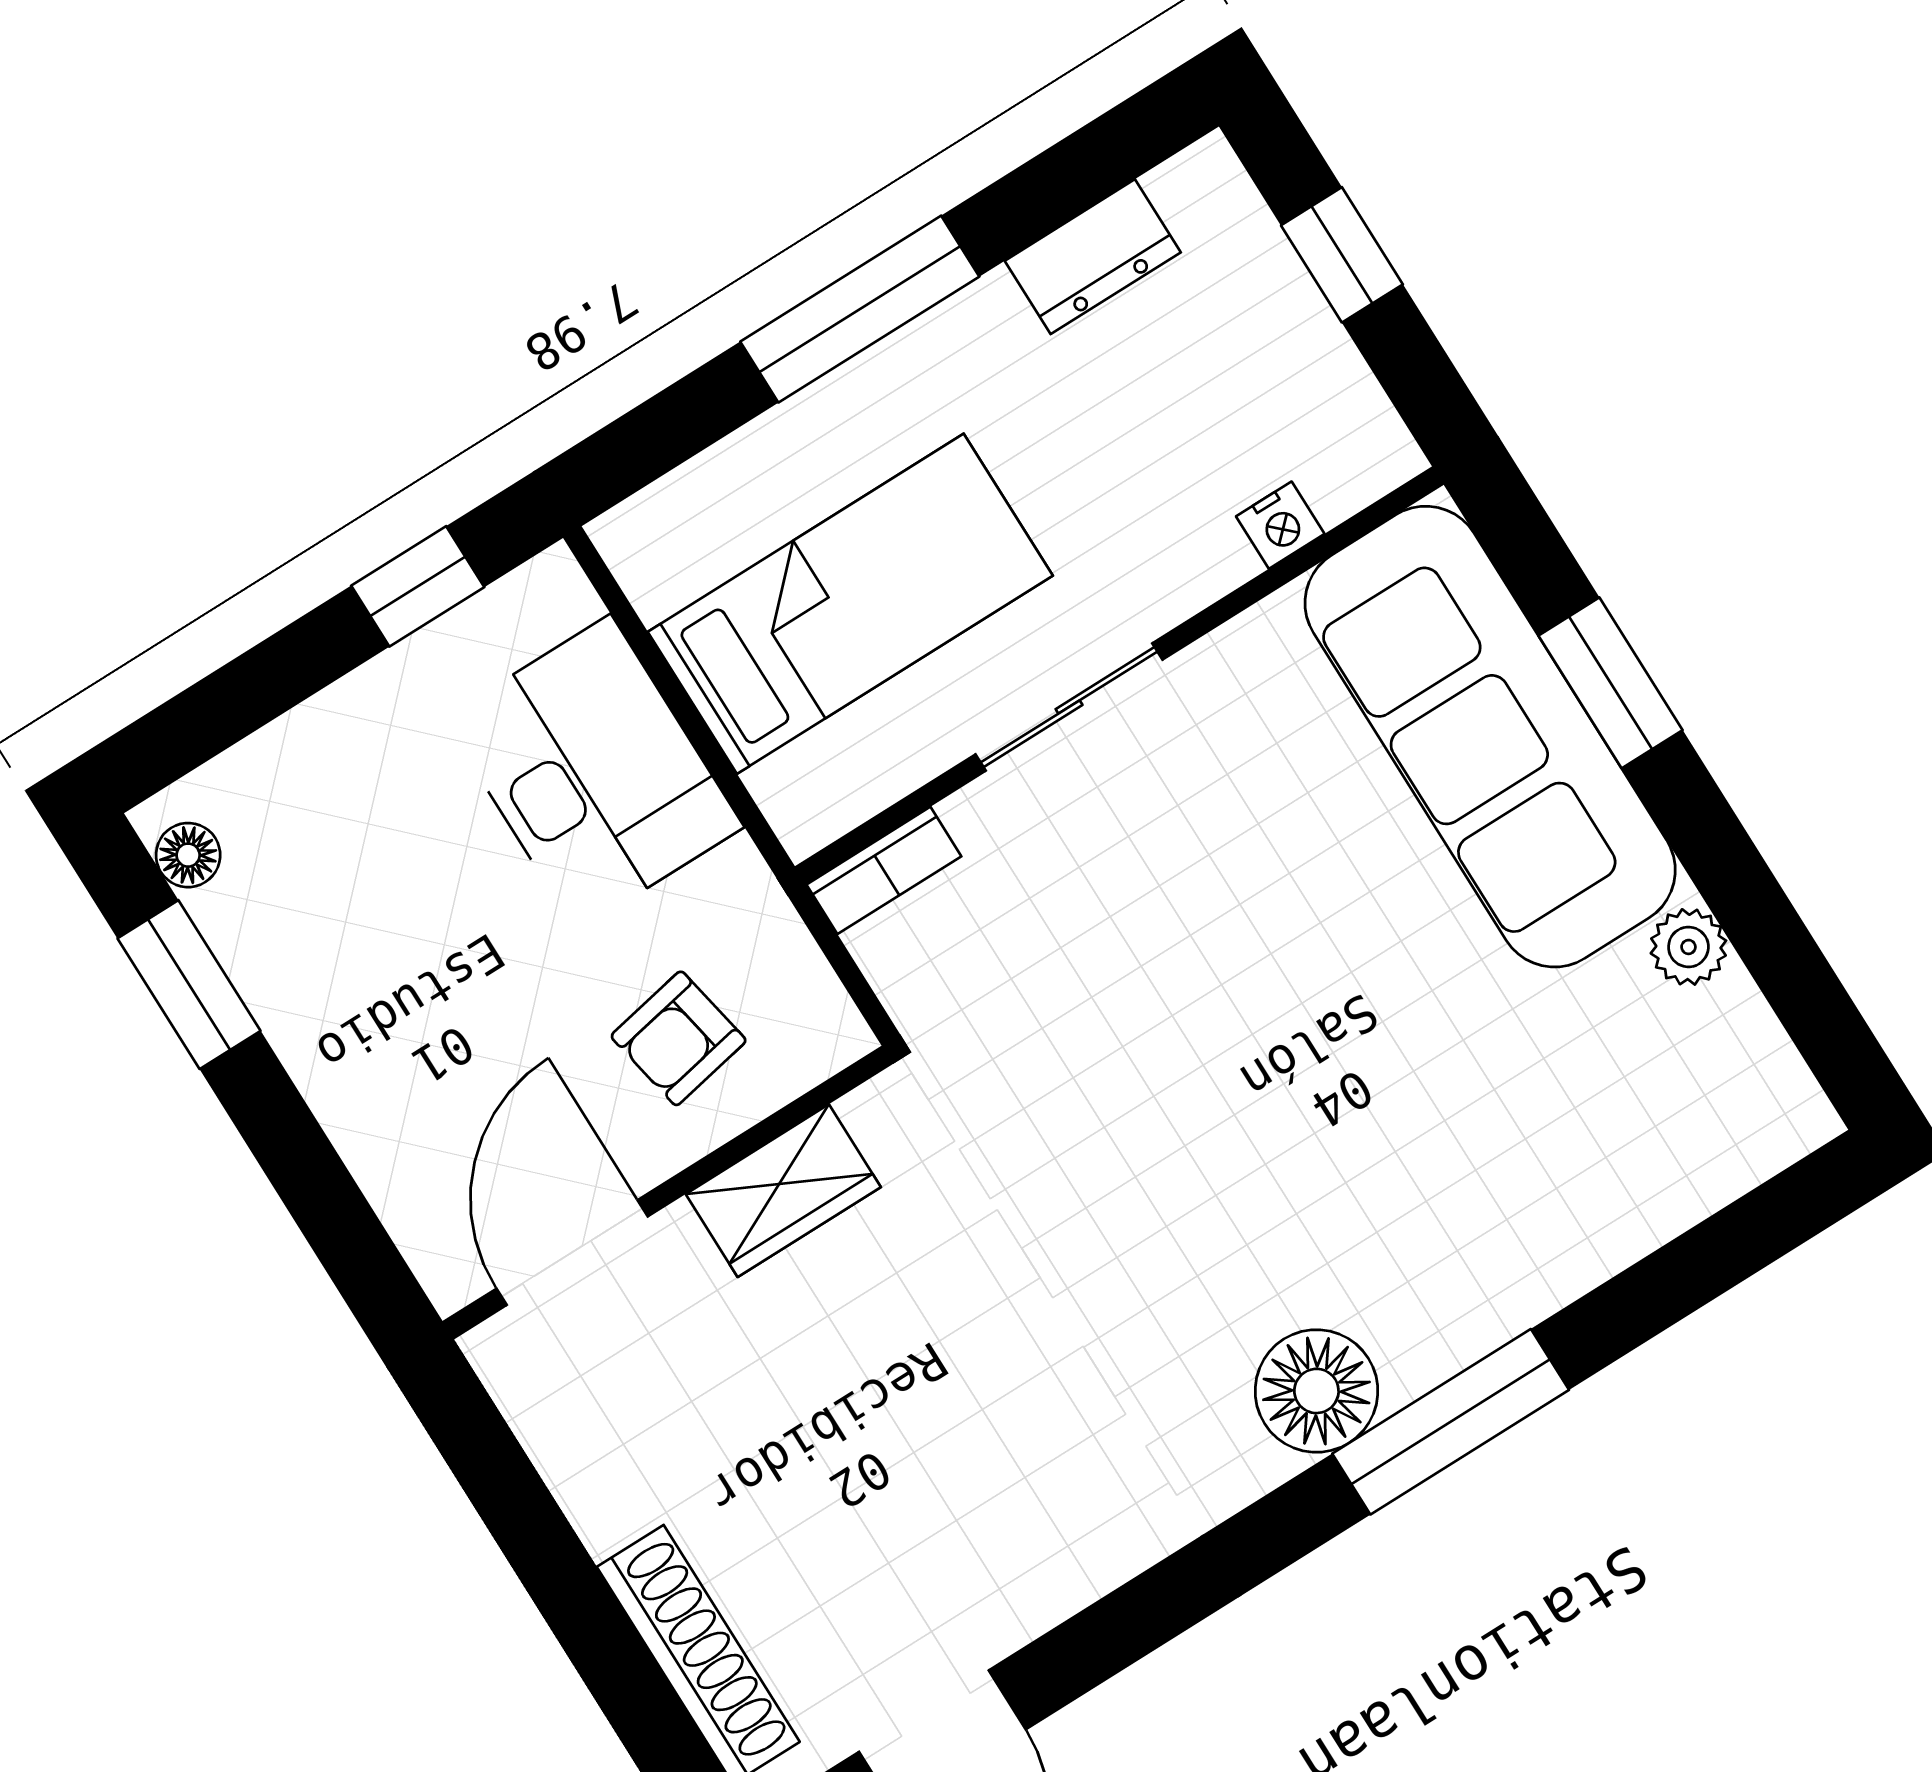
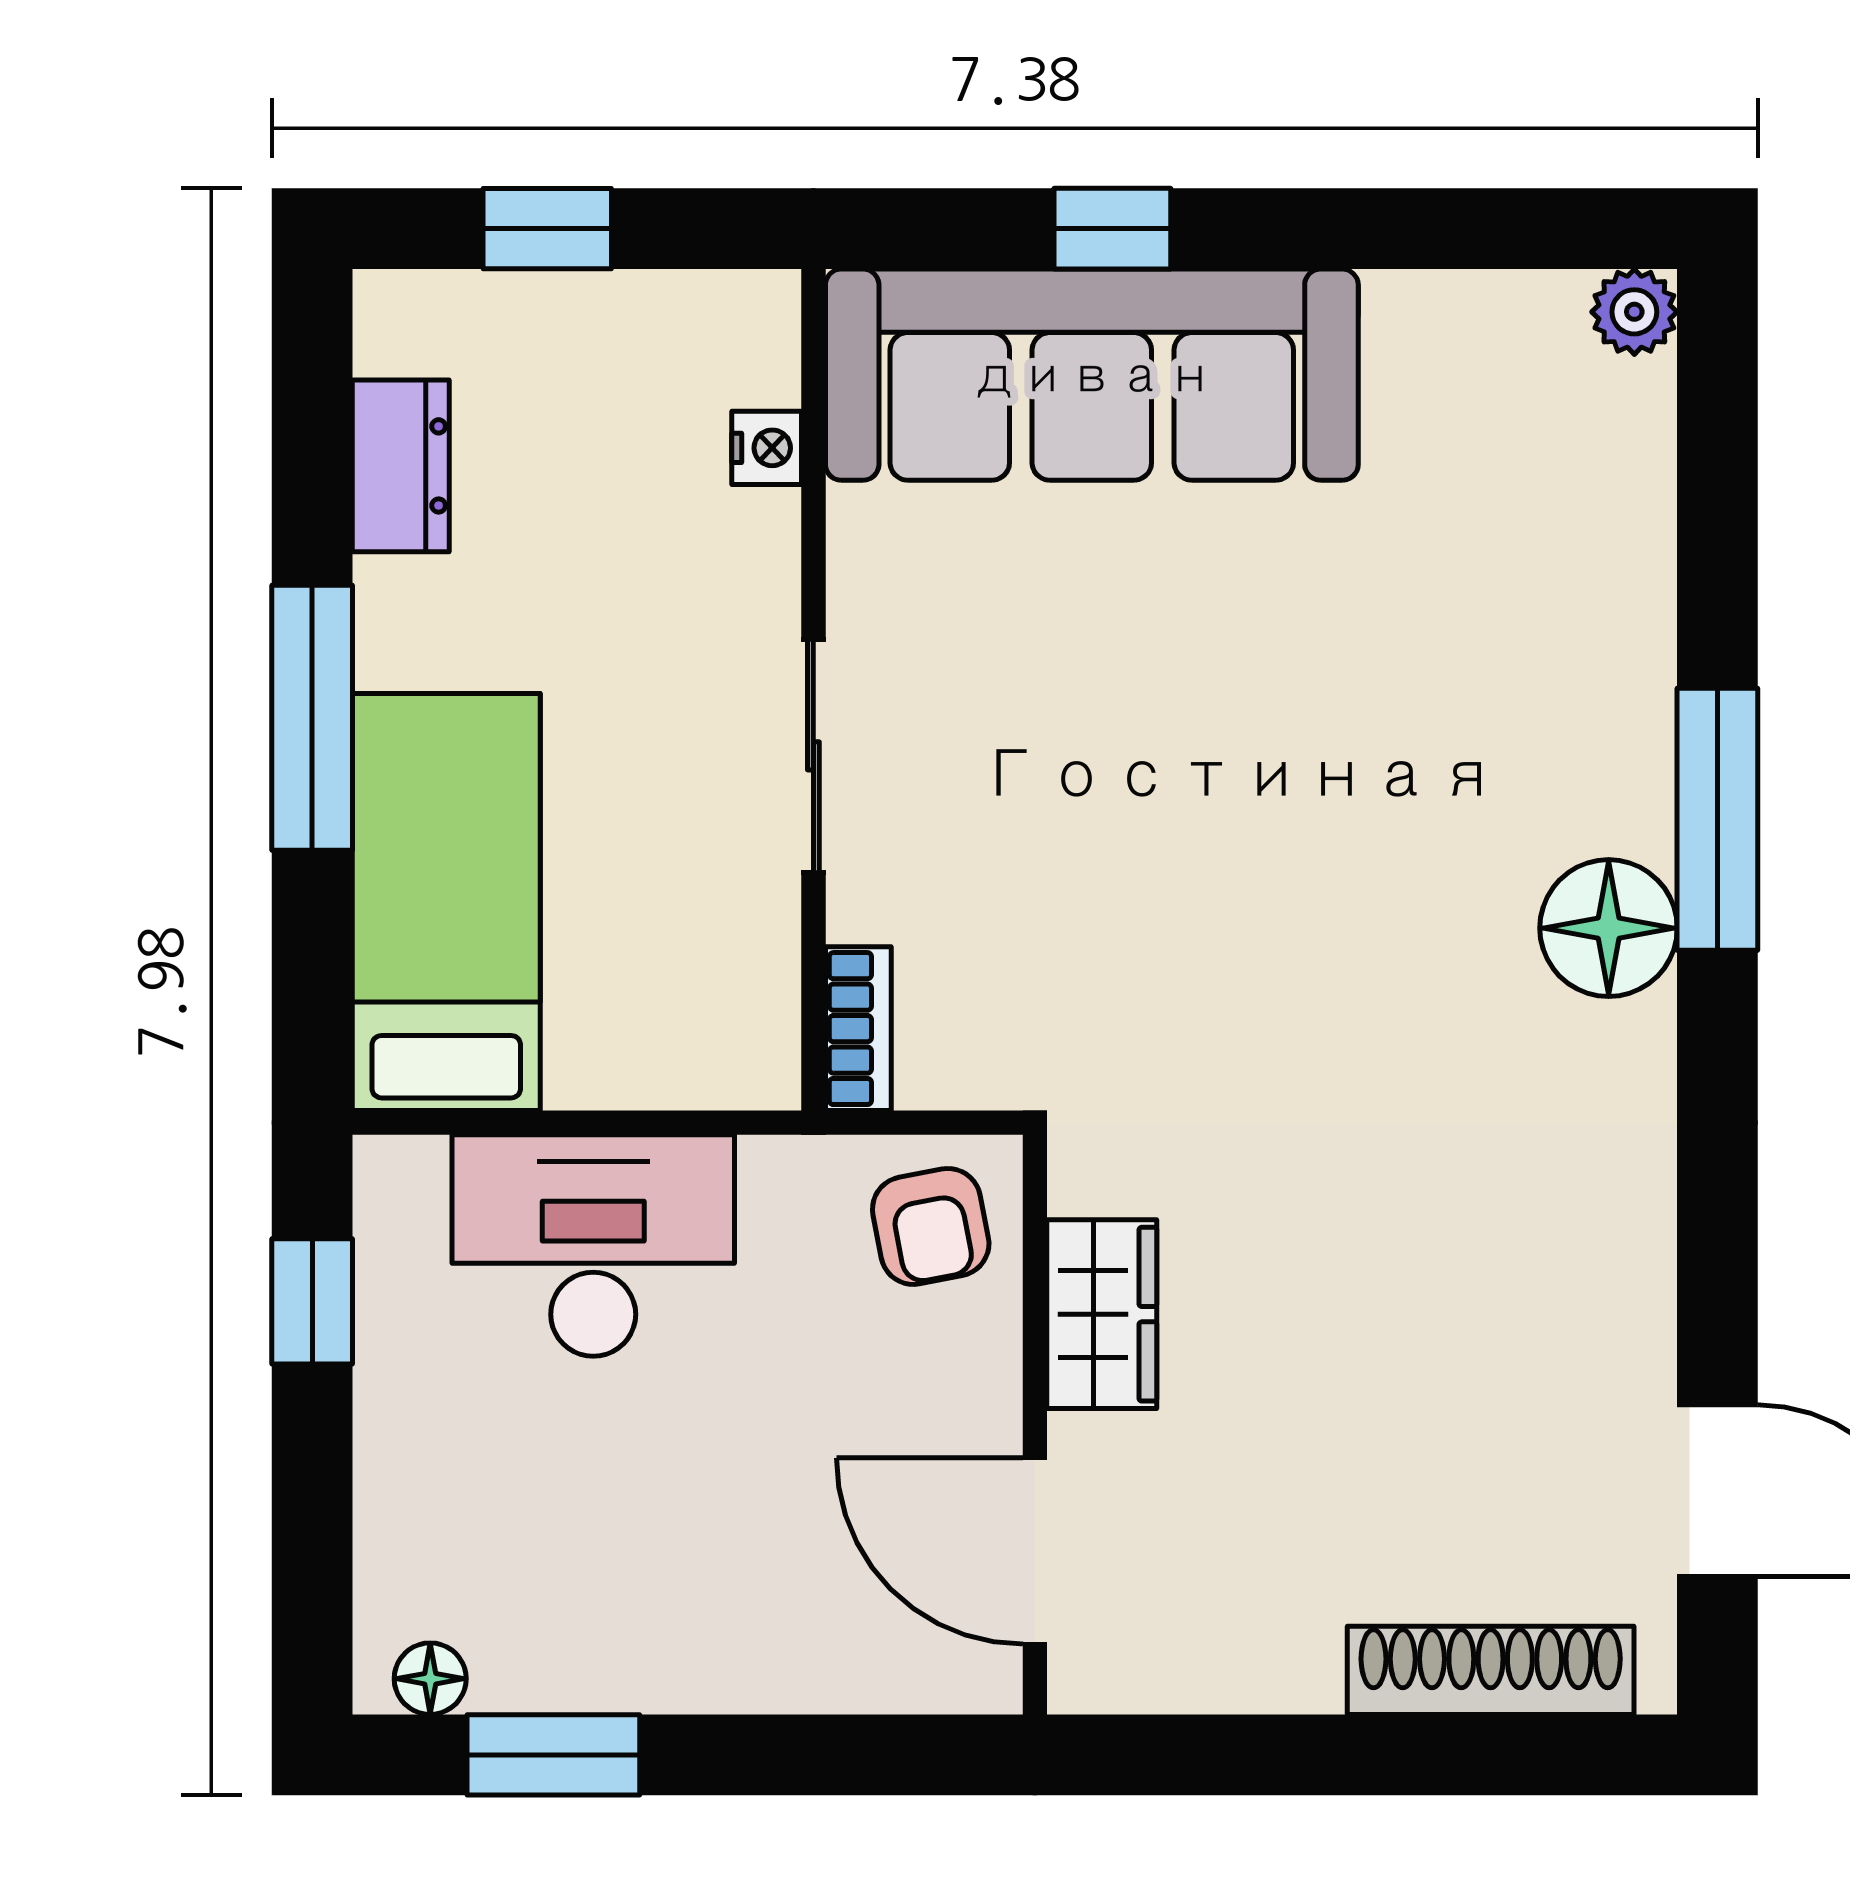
bed: (850, 604) -> (446, 902), moved
window: (1610, 683) -> (1112, 229), width x0.67
plant: (1688, 947) -> (1634, 312), moved
armchair: (679, 1038) -> (931, 1226), moved

